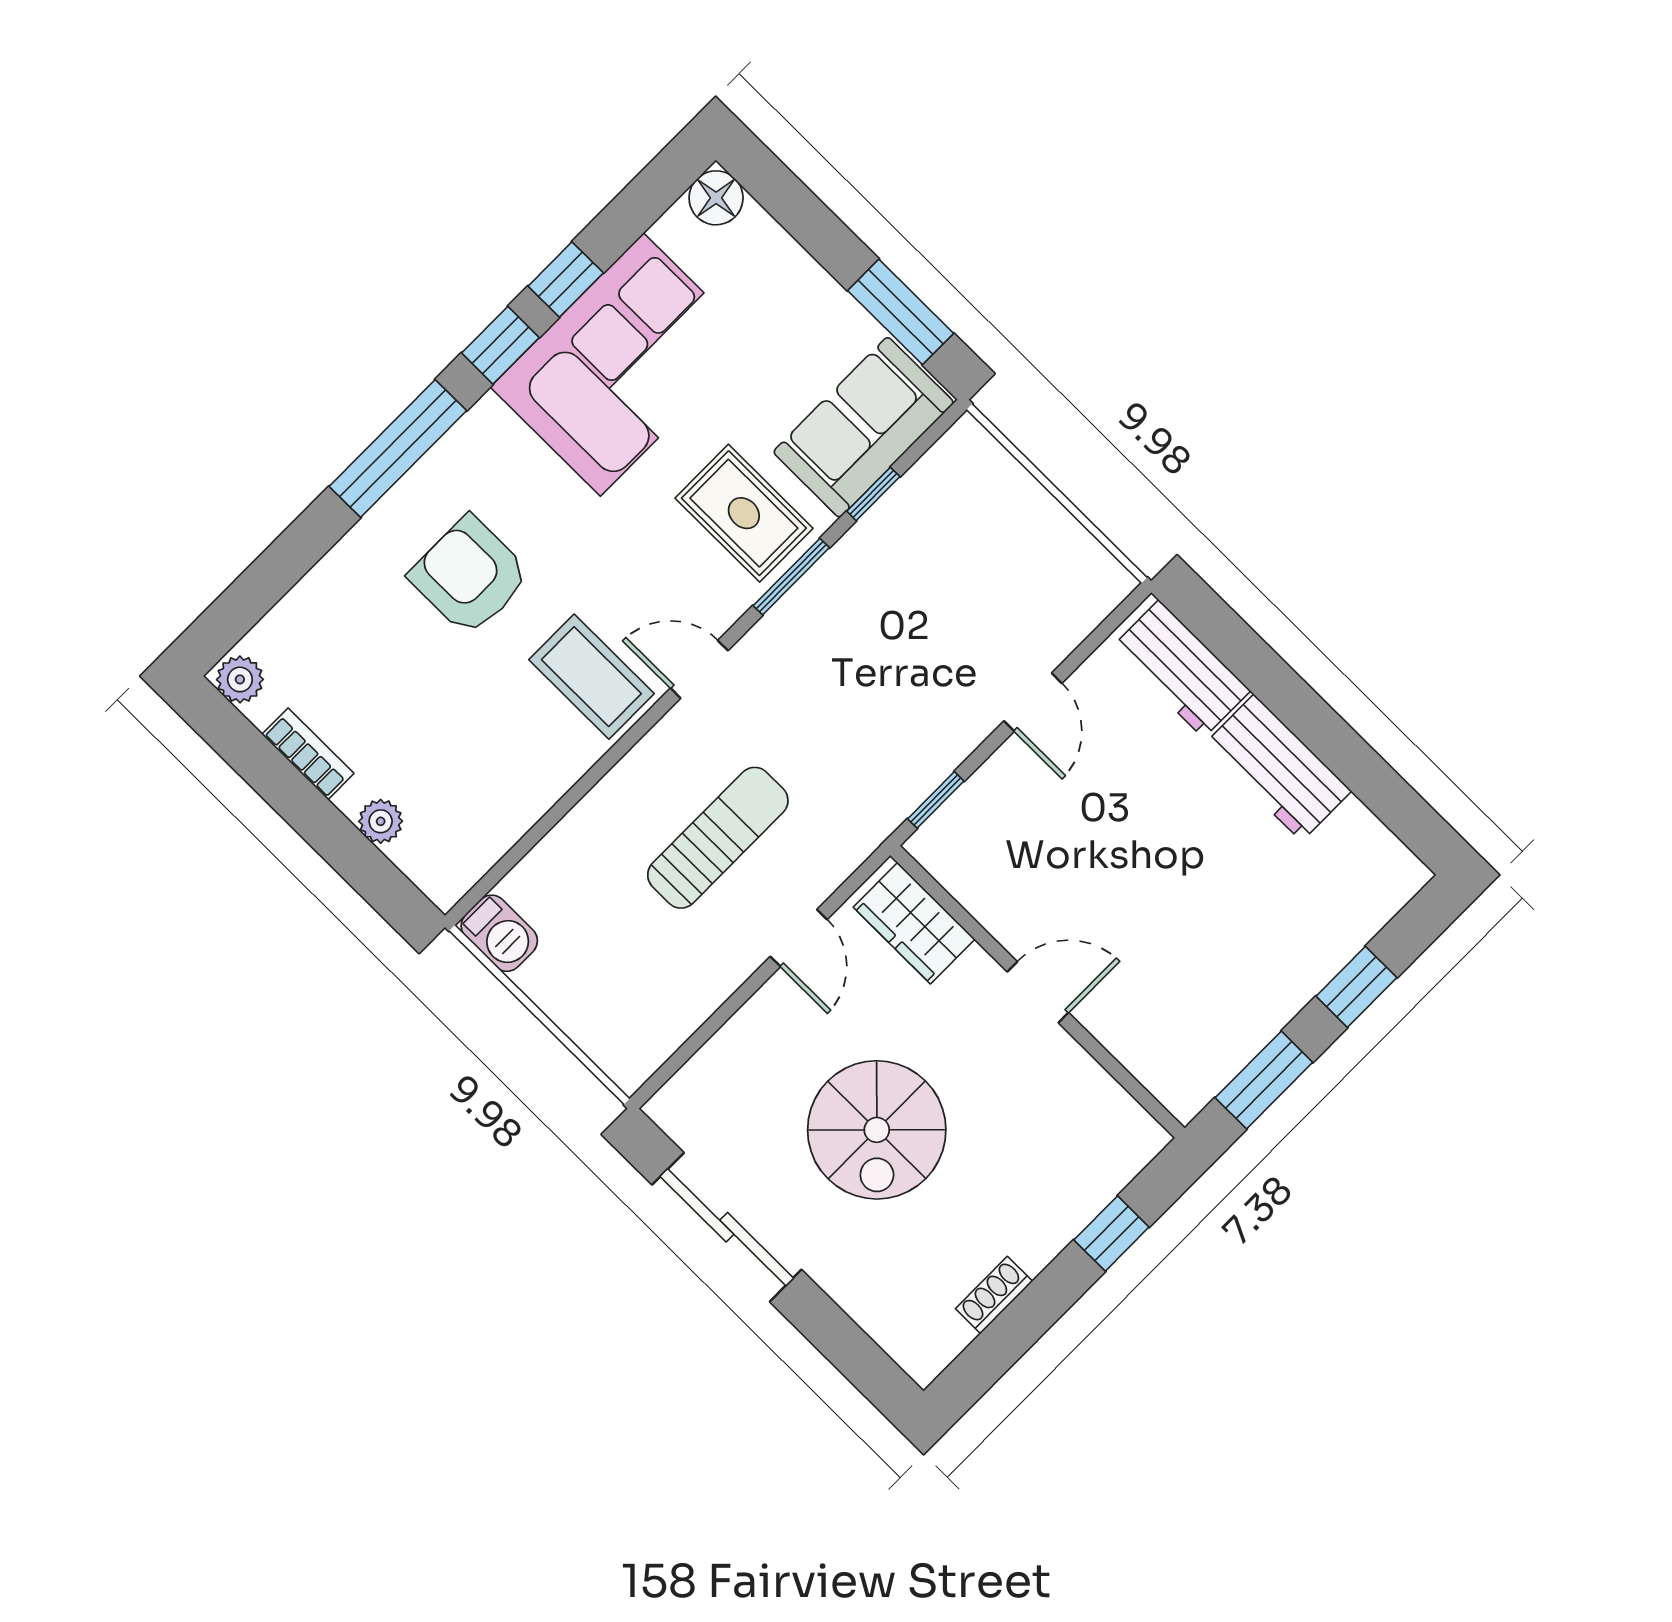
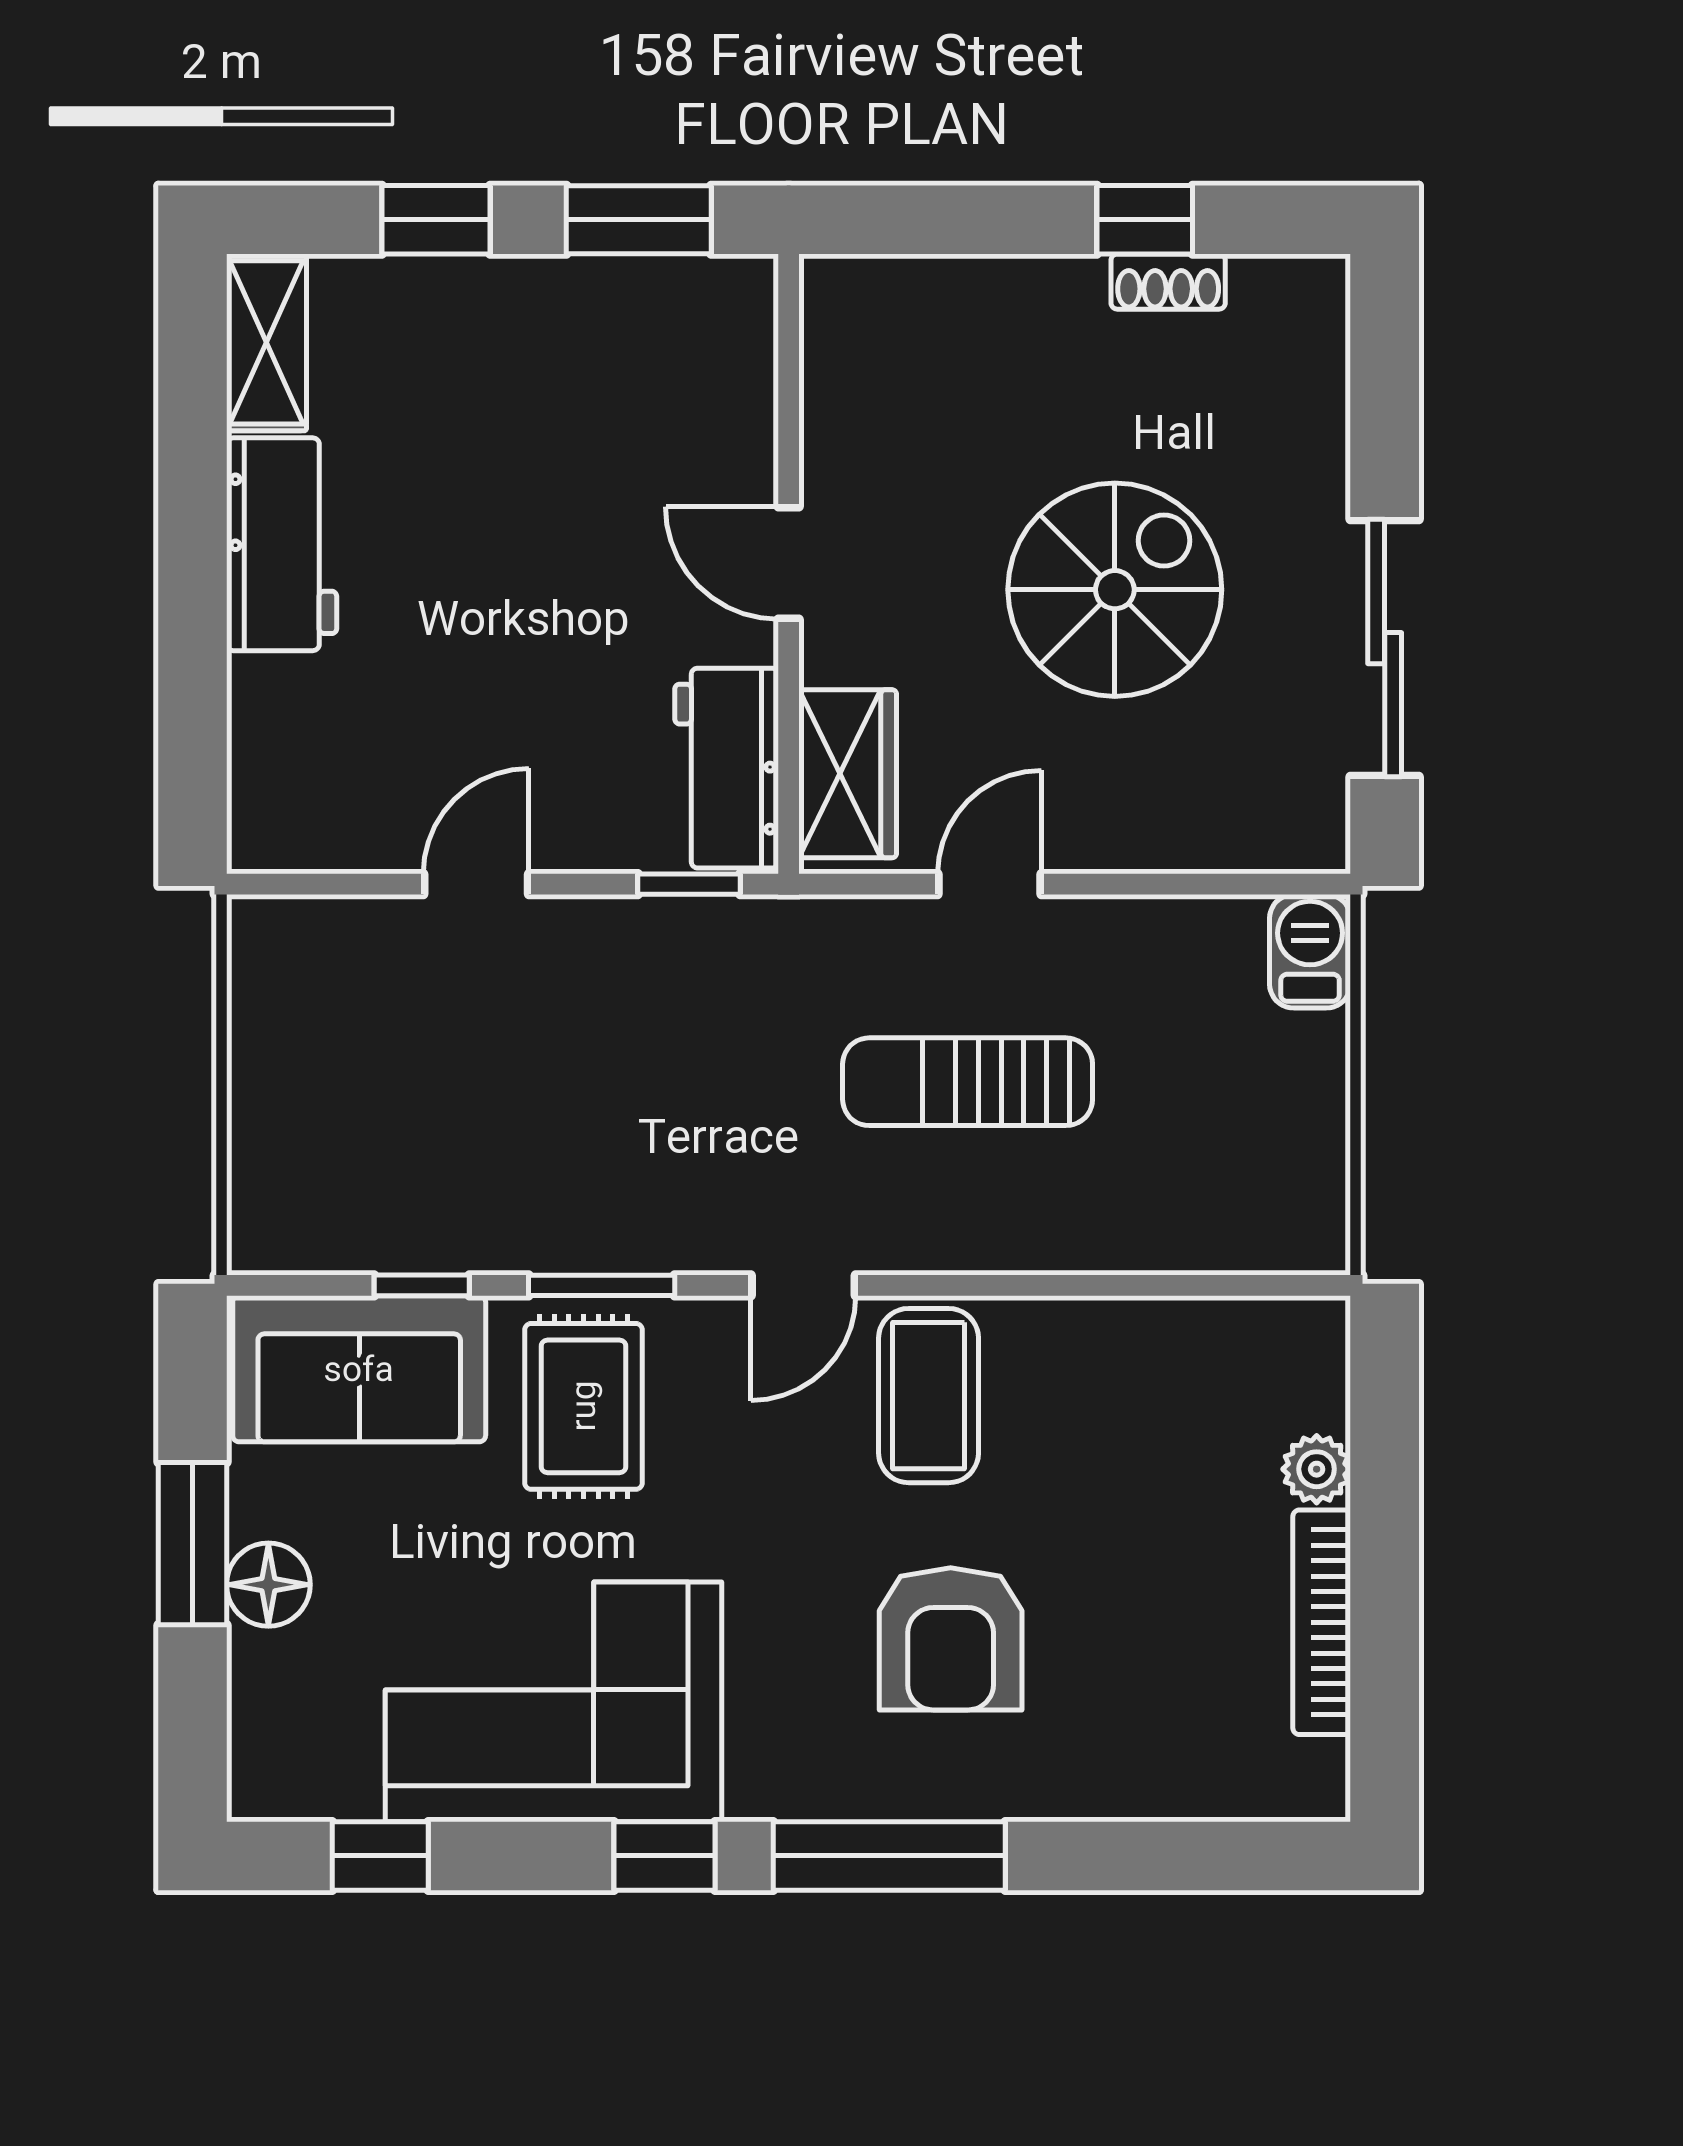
floor lamp: (716, 198) -> (268, 1585), moved
window: (566, 280) -> (380, 1856), moved
window: (901, 312) -> (192, 1544), moved
door: (699, 669) -> (803, 1285), hinge flipped
workbench: (1181, 669) -> (727, 768), moved, turned 180
plant: (240, 679) -> (1314, 1778), removed
bookcase: (308, 754) -> (1322, 1622), width x1.56
shelving: (1377, 853) -> (266, 342), added
barbecue: (499, 933) -> (1310, 951), moved
window: (1111, 1234) -> (1145, 220), moved

